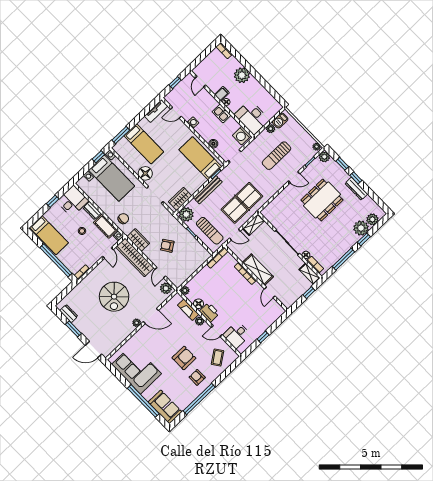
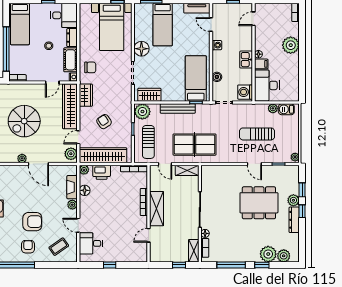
filing cabinet: (222, 94) -> (261, 64), moved
plant: (324, 157) -> (293, 200), moved
wardrobe: (188, 269) -> (103, 155), added
printer: (209, 312) -> (102, 172), moved, turned 90

